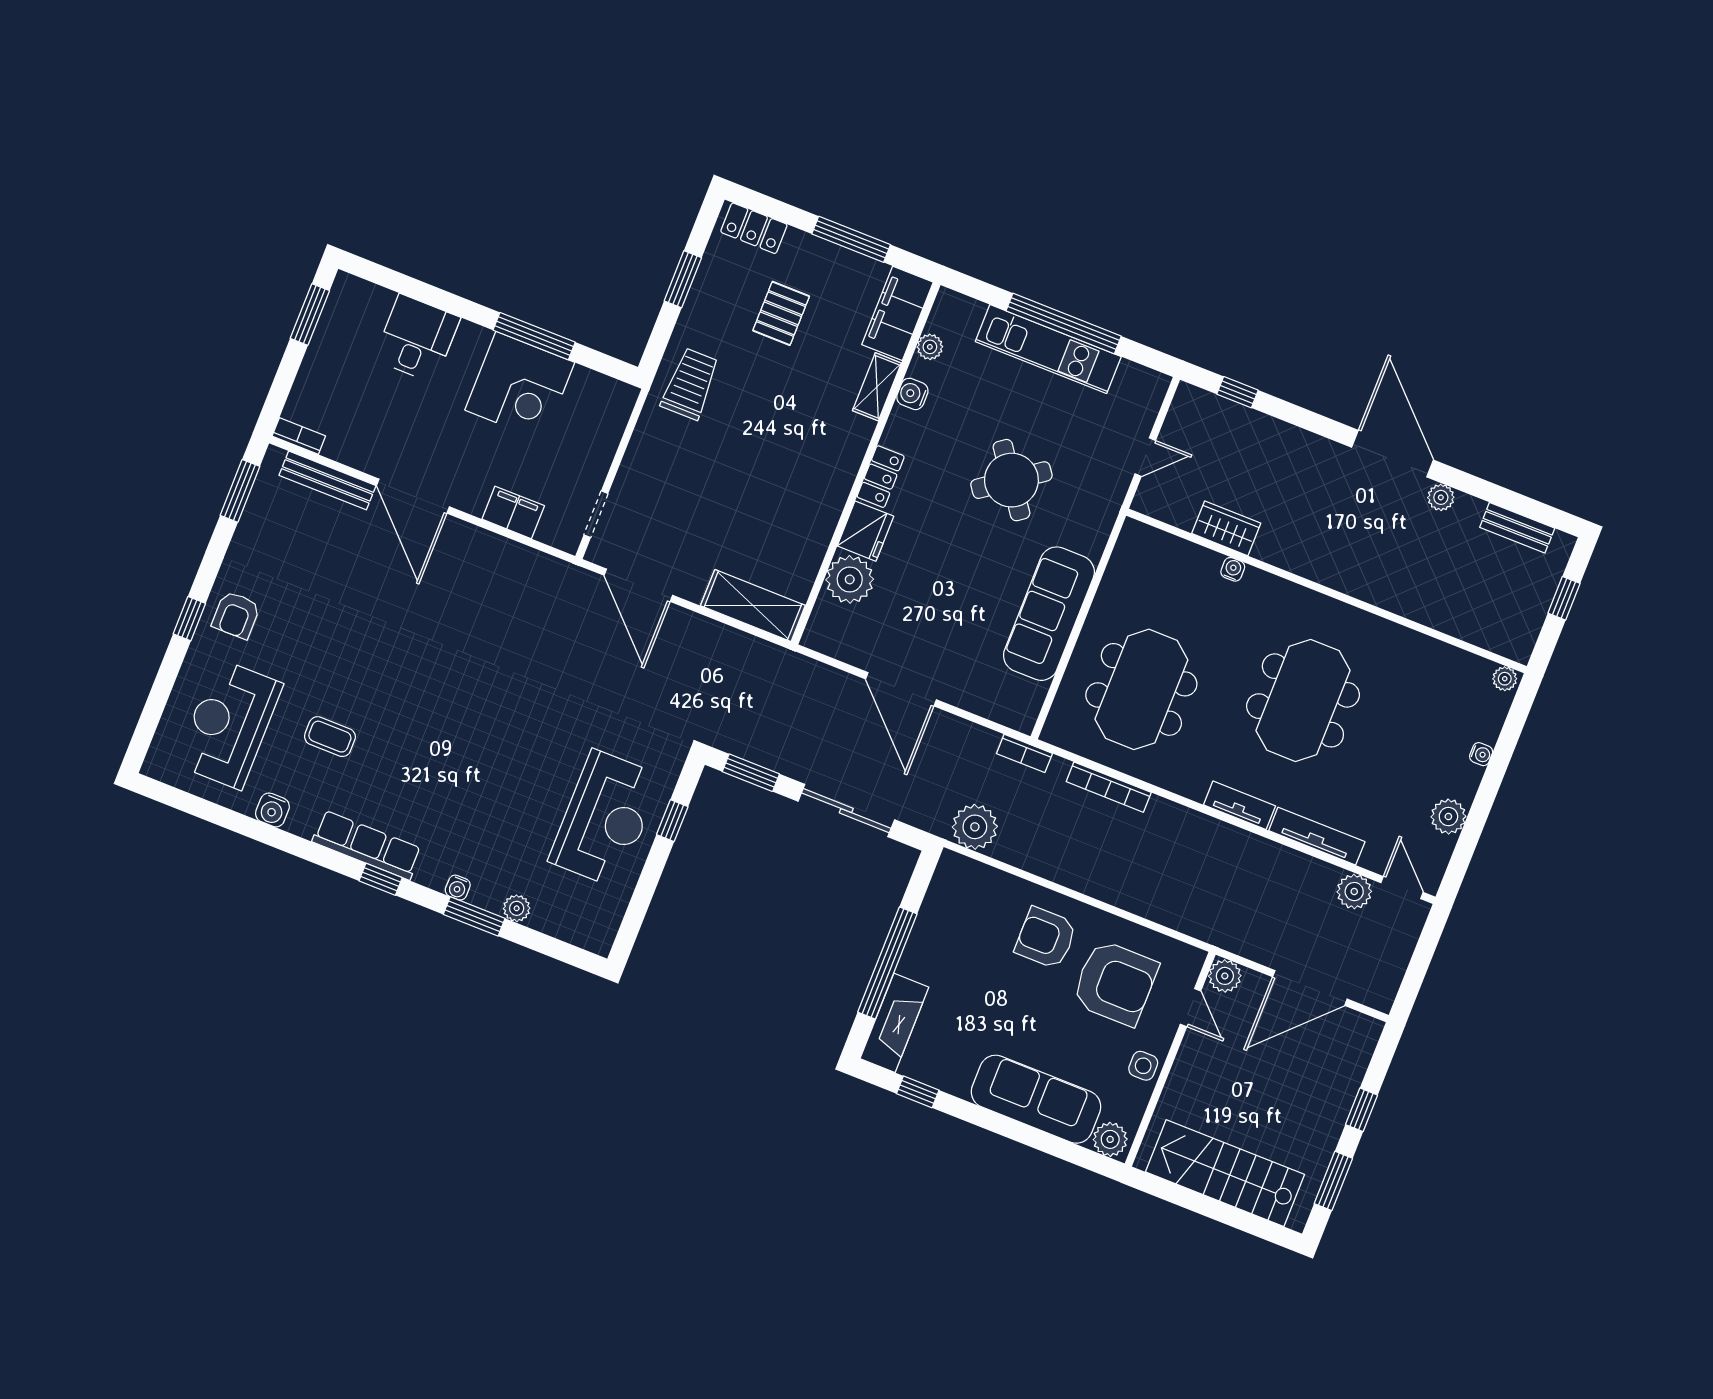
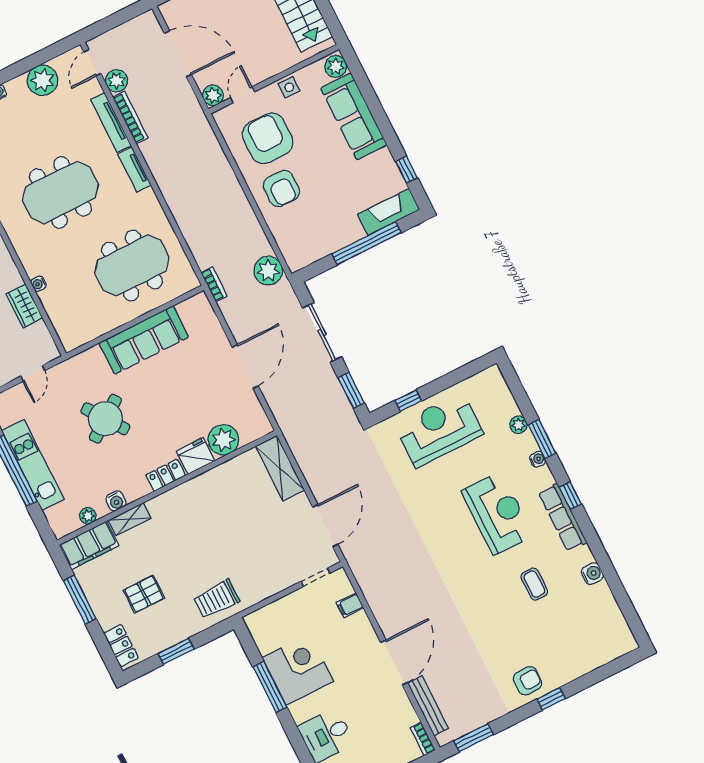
door: (1145, 457) -> (33, 373), swing flipped
filing cabinet: (513, 512) -> (350, 605), width x0.50
reception desk: (229, 724) -> (497, 513), moved, turned -90
bookcase: (1109, 787) -> (130, 117), moved
plant: (1448, 817) -> (42, 80), width x1.36, depth x1.36

